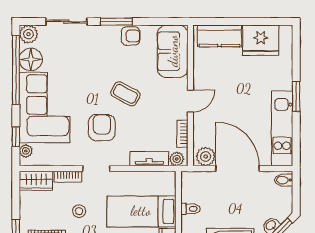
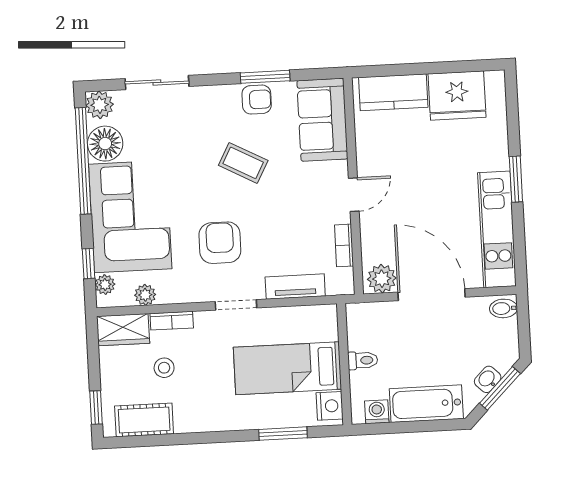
window: (116, 22) -> (265, 77), moved
coffee table: (125, 94) -> (243, 163), moved
plant: (177, 159) -> (145, 295), moved
doorway: (96, 169) -> (236, 305), moved
stool: (79, 211) -> (164, 368), moved

